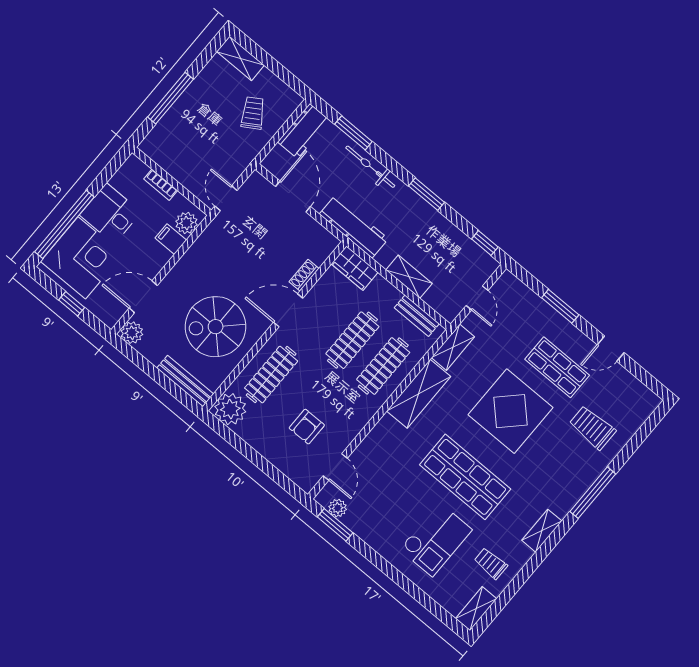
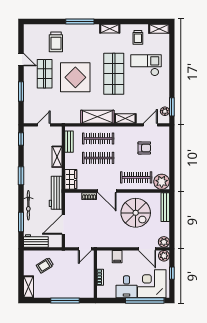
plant: (186, 223) -> (164, 256), moved
shelving: (453, 347) -> (125, 119), moved

